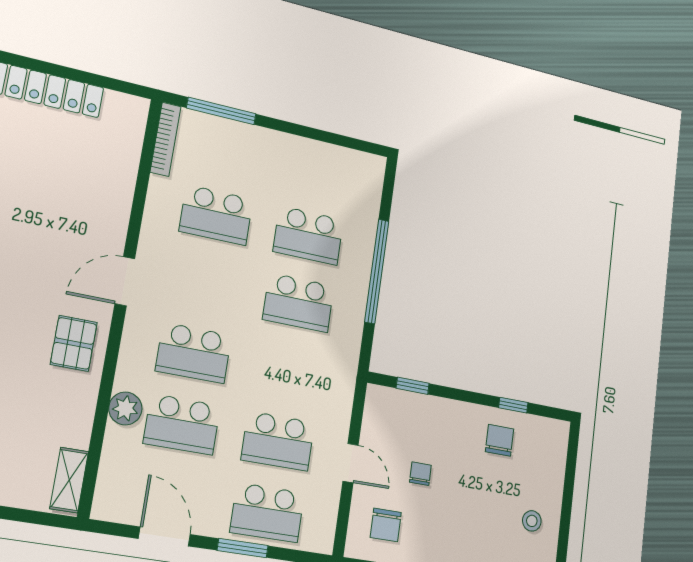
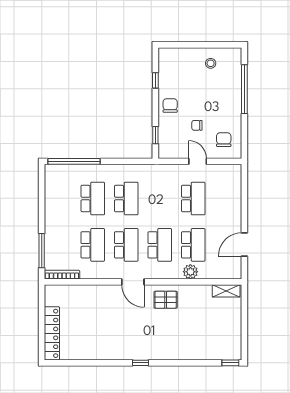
window: (377, 271) -> (74, 161), moved
chair: (500, 440) -> (170, 106), moved, turned 90
door: (351, 463) -> (198, 161), hinge flipped
school desk: (267, 513) -> (126, 245), moved
chair: (386, 525) -> (224, 140), turned -90
window: (243, 548) -> (244, 208), removed

